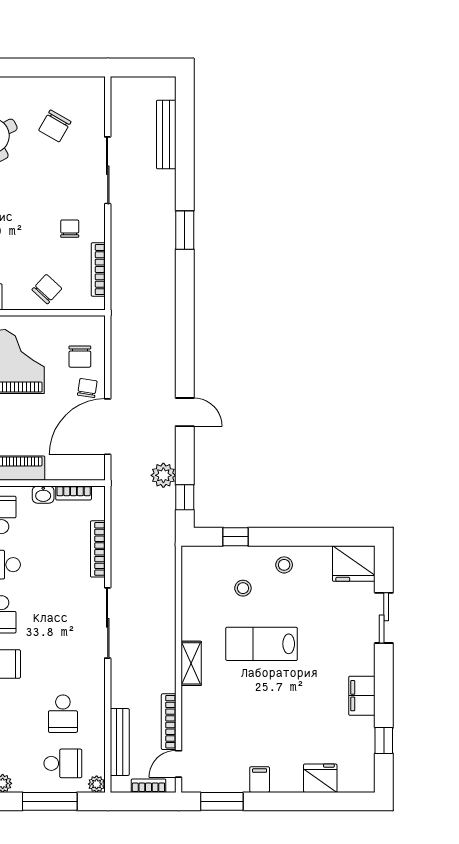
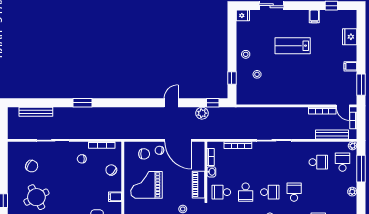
fridge: (354, 564) -> (243, 15), width x0.53, depth x0.75
lab bench: (262, 644) -> (293, 46), moved, turned 90
shelving: (191, 663) -> (294, 100), removed
filing cabinet: (362, 696) -> (314, 16), width x0.50

